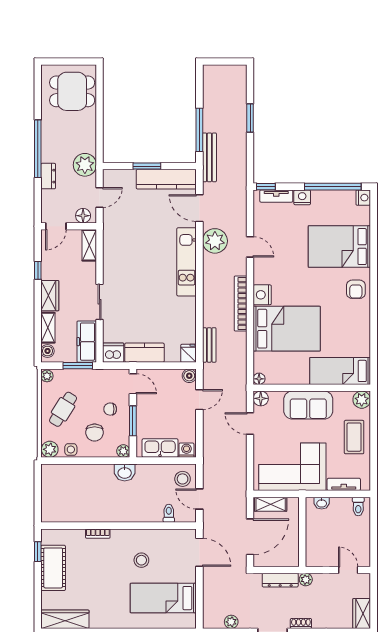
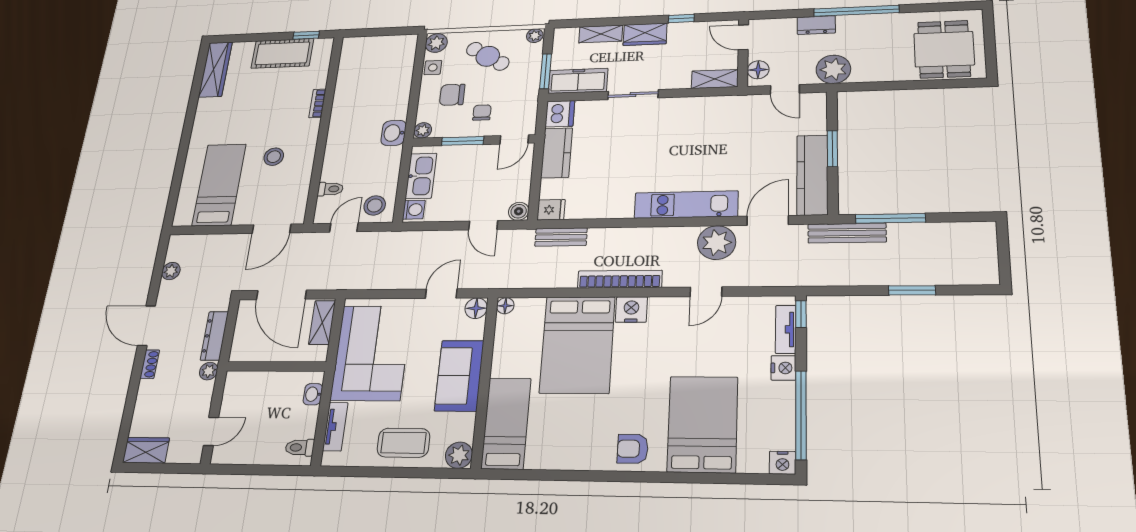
boiler: (48, 351) -> (569, 35), removed

